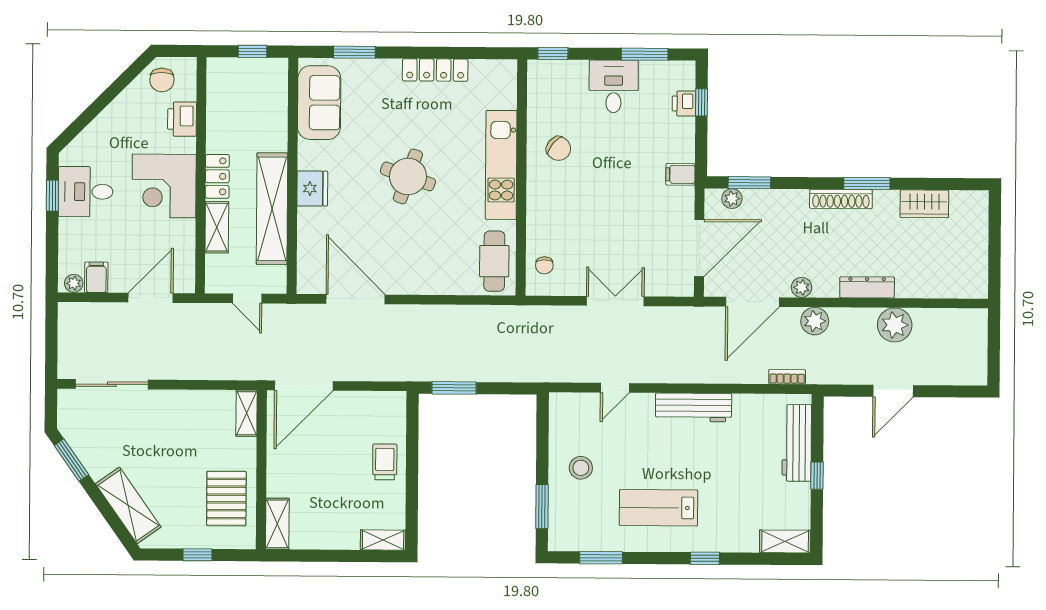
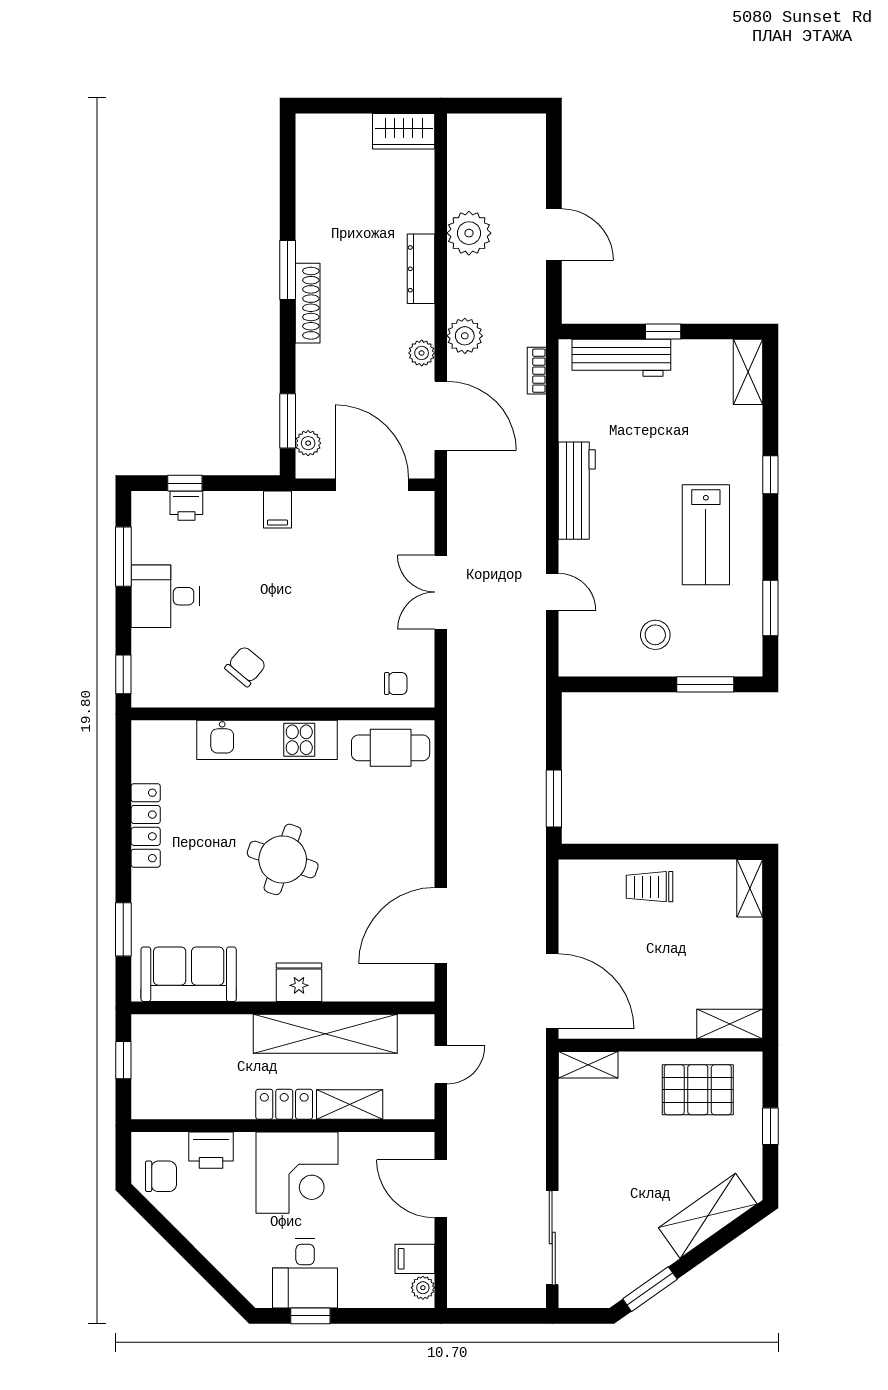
wardrobe: (924, 204) -> (404, 131), moved, turned 90

